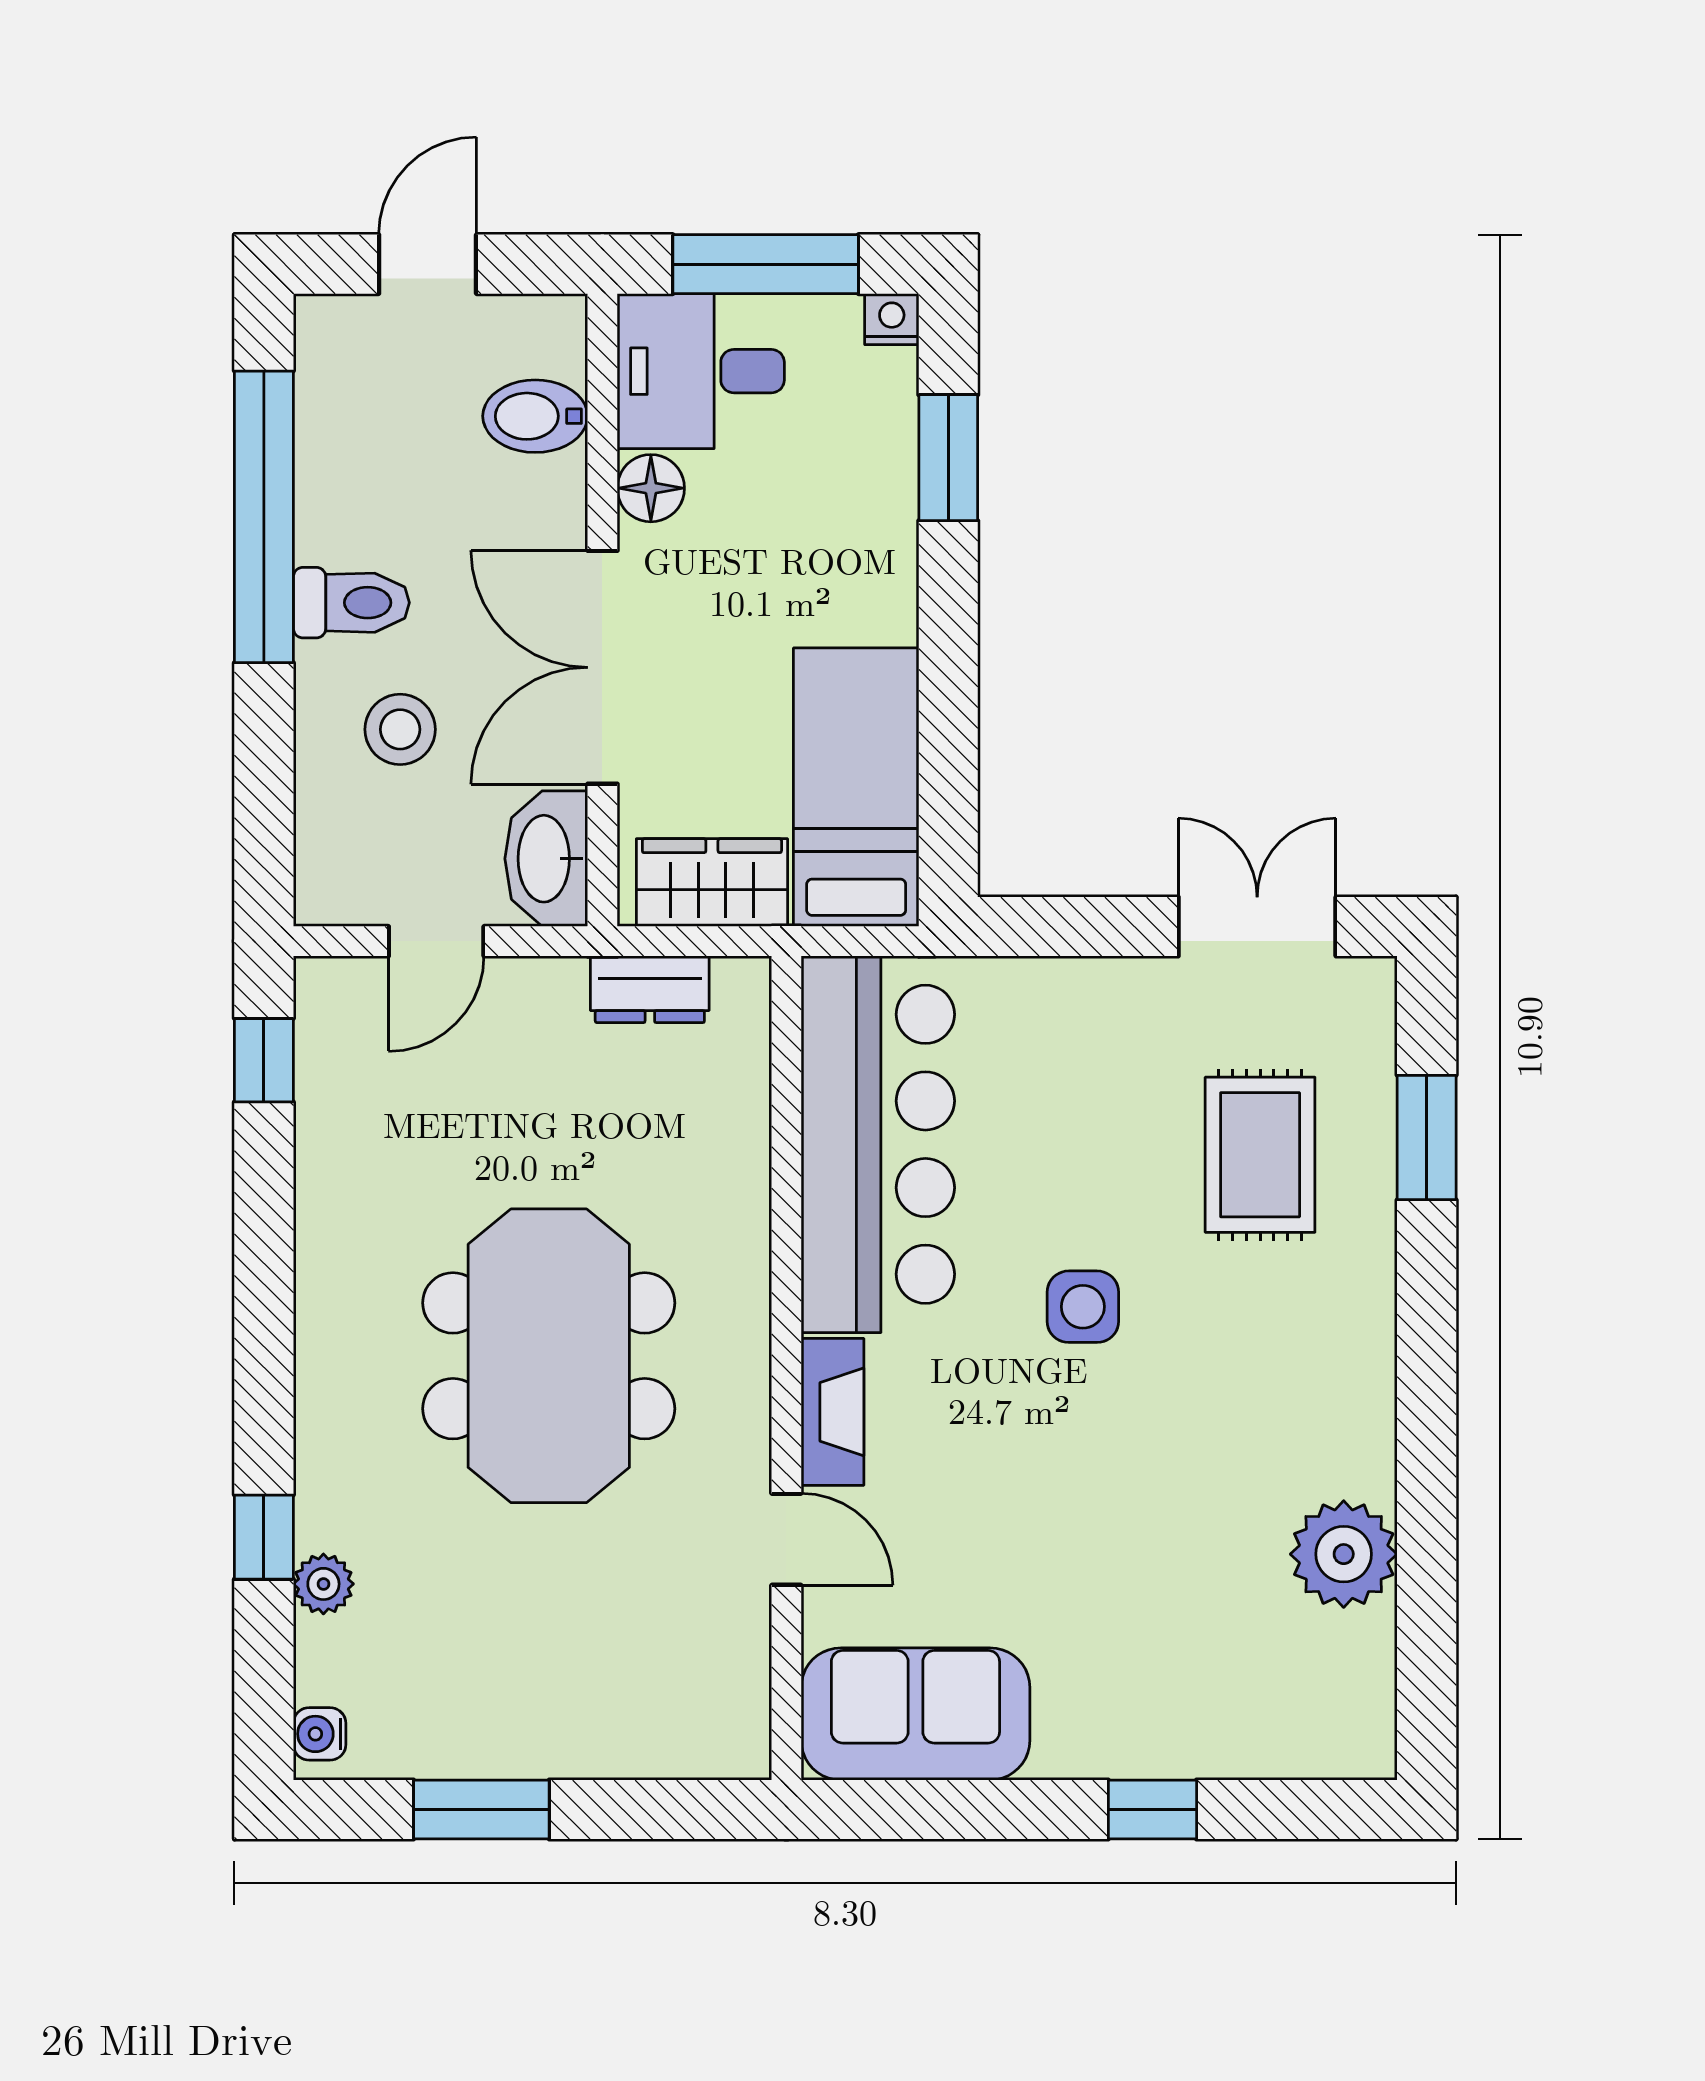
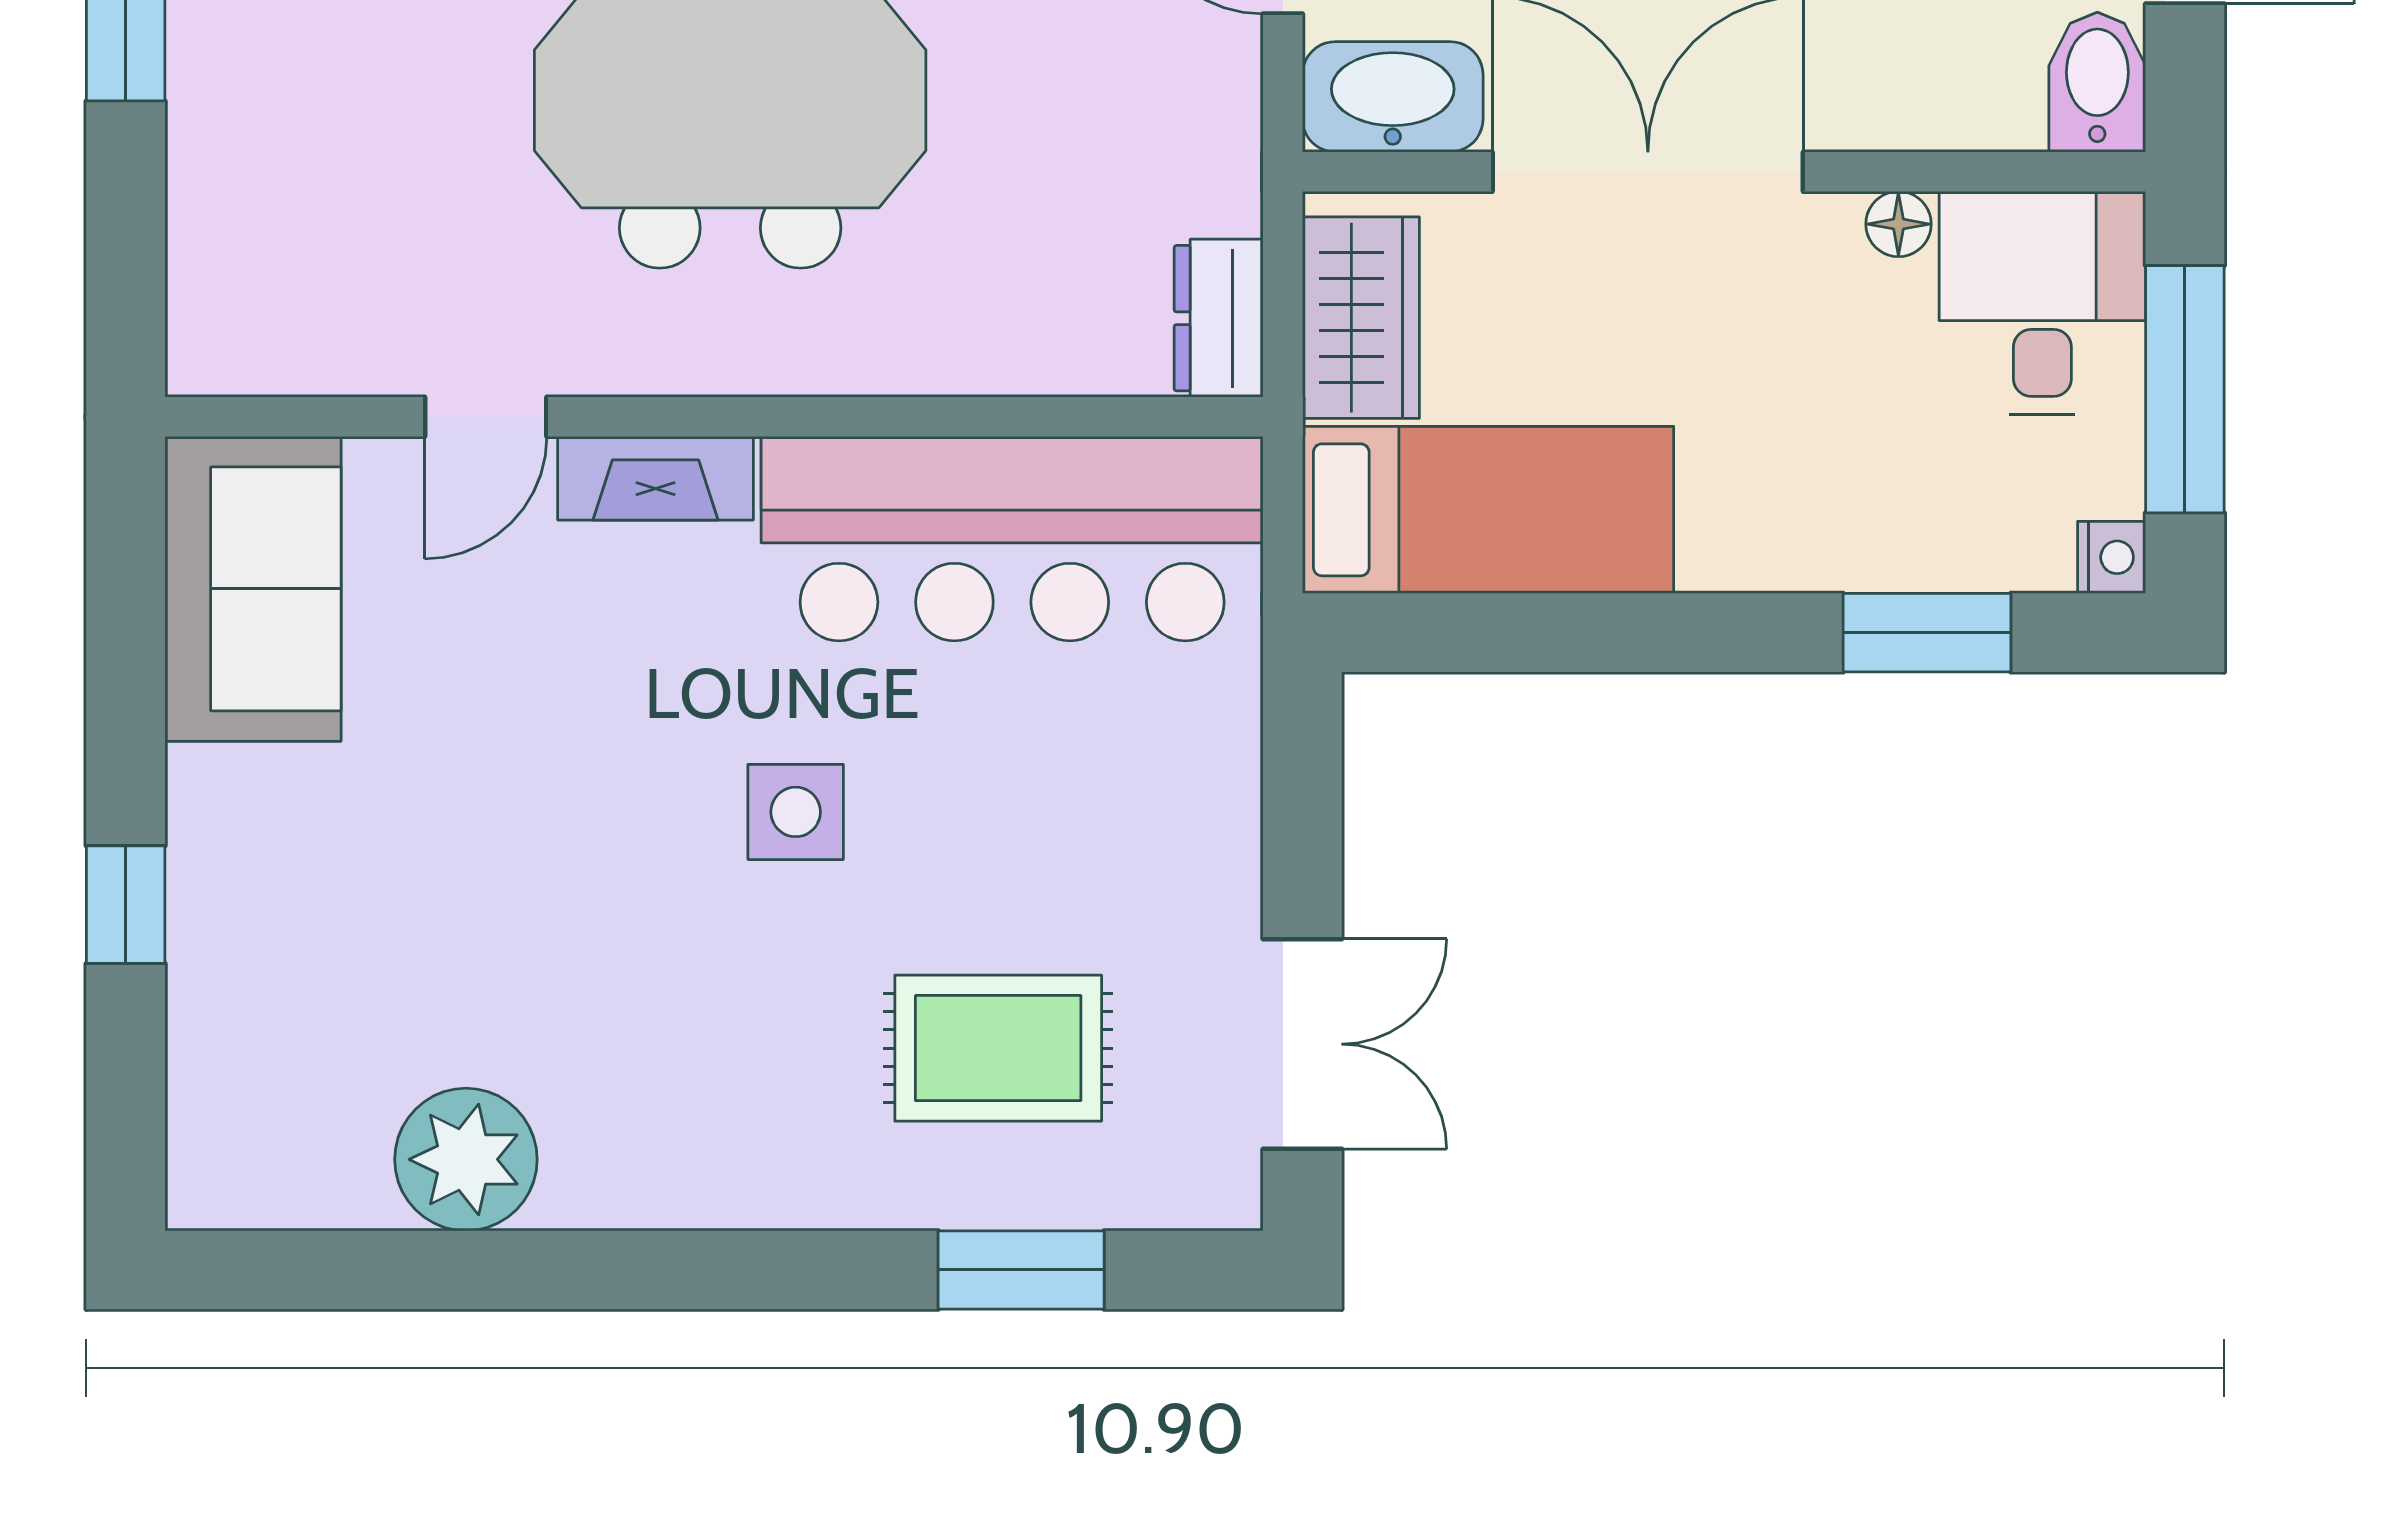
bidet: (535, 416) -> (2097, 82), moved
floor lamp: (651, 488) -> (1898, 224), width x0.73, depth x0.73
dresser: (650, 989) -> (1219, 318), moved

